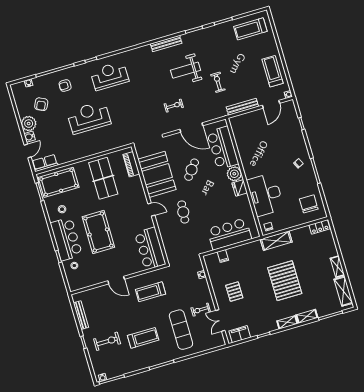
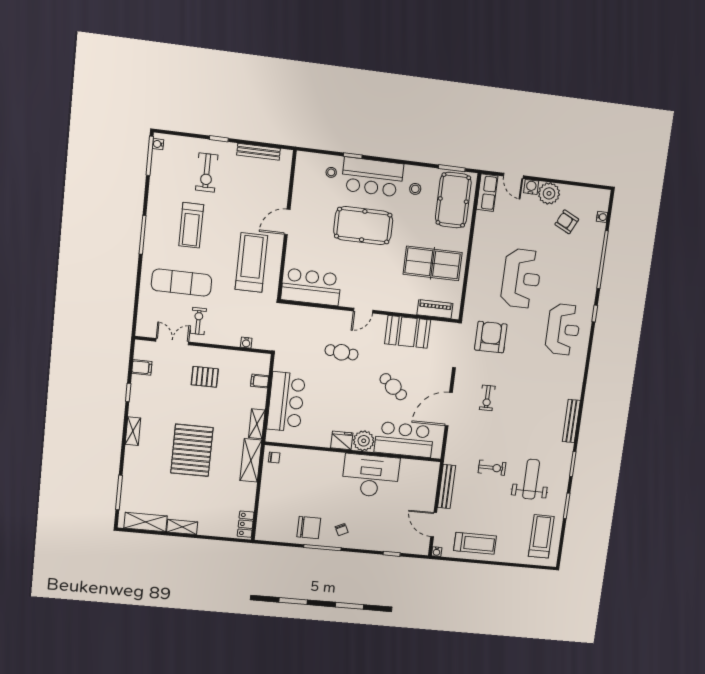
weight bench: (186, 70) -> (531, 479), moved
armchair: (65, 86) -> (491, 337), moved, width x1.88, depth x1.88
booth: (157, 174) -> (408, 332), width x0.73, depth x0.70
desk: (265, 195) -> (371, 476), moved
chair: (309, 204) -> (309, 528), moved
pallet: (285, 281) -> (192, 450), turned 90
treadmill: (150, 292) -> (251, 263), width x1.37, depth x1.38
shelving: (307, 316) -> (257, 424), moved
filing cabinet: (240, 334) -> (142, 367), width x0.50

